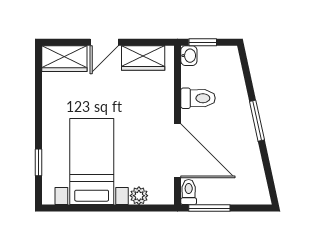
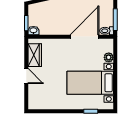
wardrobe: (64, 59) -> (35, 97), removed
toilet: (198, 98) -> (56, 26), removed

